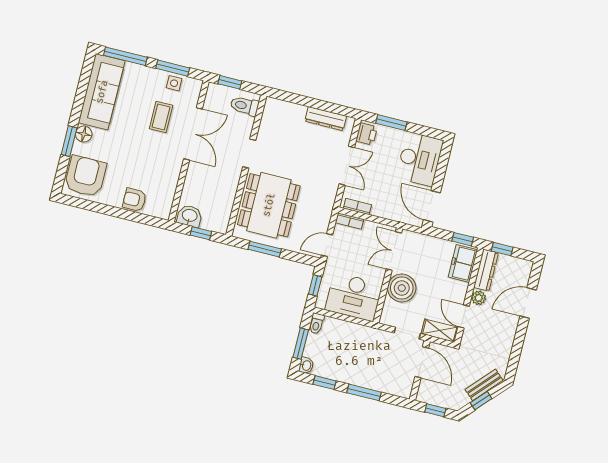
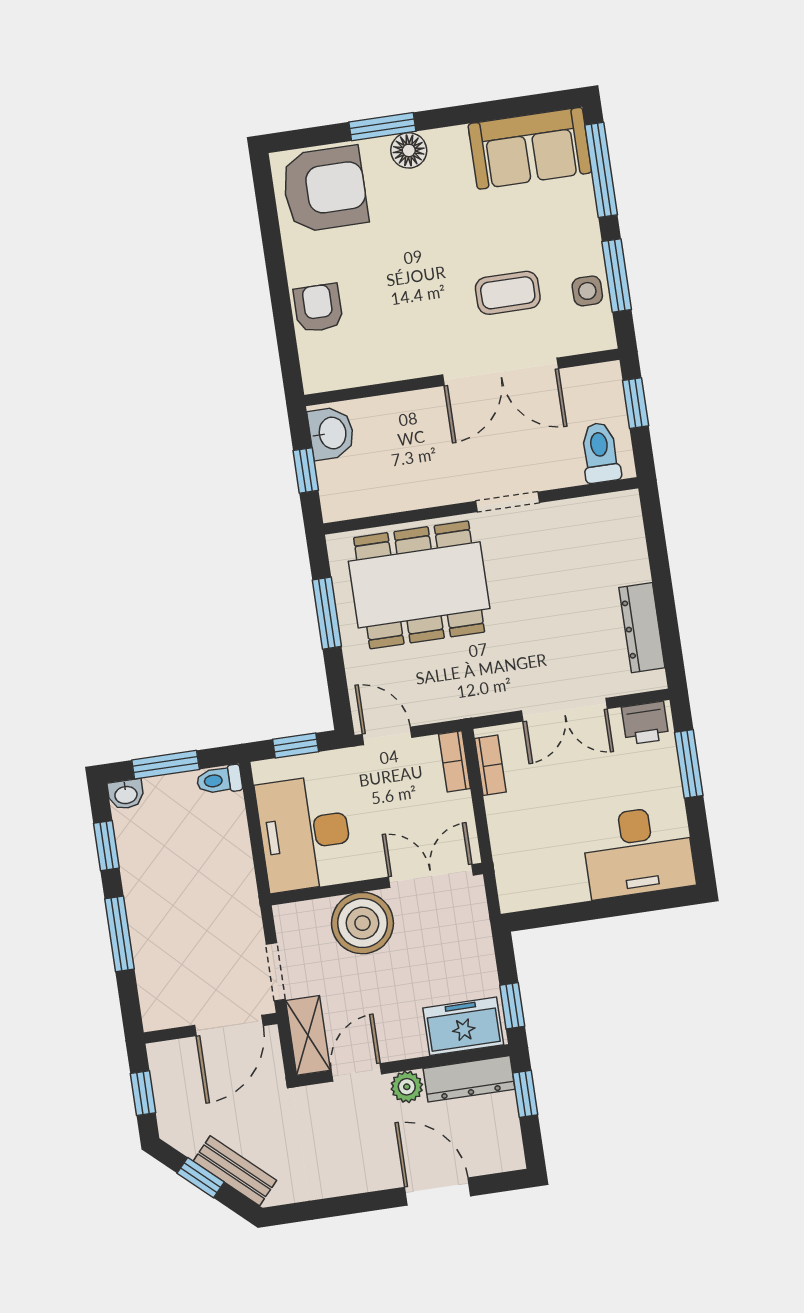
sofa: (102, 92) -> (530, 148), width x0.73
door: (432, 206) -> (553, 916), removed

